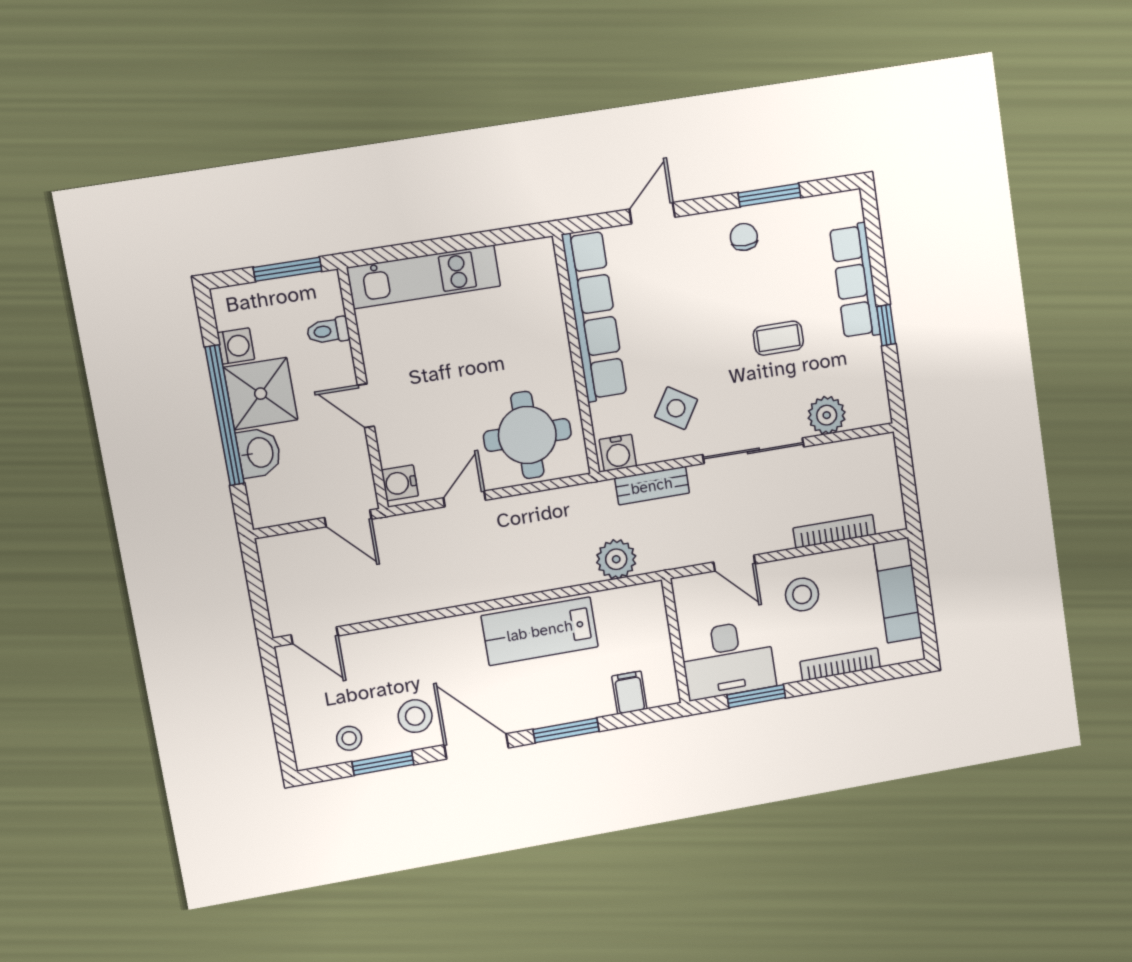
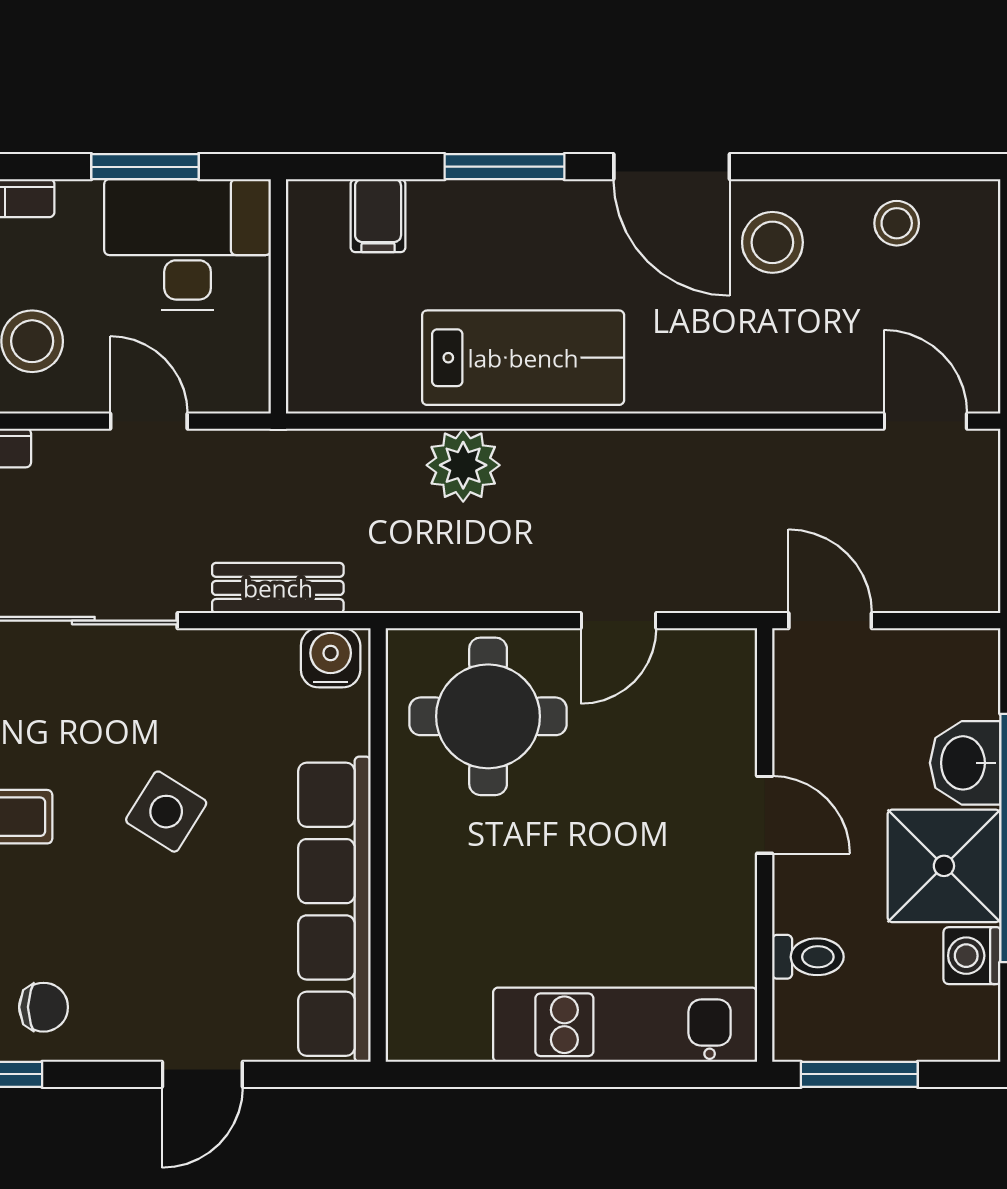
chair: (744, 237) -> (44, 1007), turned -90
side table: (676, 408) -> (166, 812), moved
water cooler: (400, 483) -> (728, 668), removed
plant: (616, 559) -> (463, 465), moved
window: (383, 763) -> (844, 167), removed

